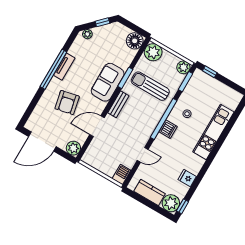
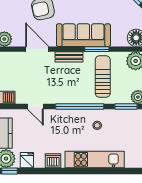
sofa: (108, 82) -> (83, 35), width x1.36
dishwasher: (168, 129) -> (53, 161), moved, turned 180
fridge: (187, 178) -> (27, 160), moved

